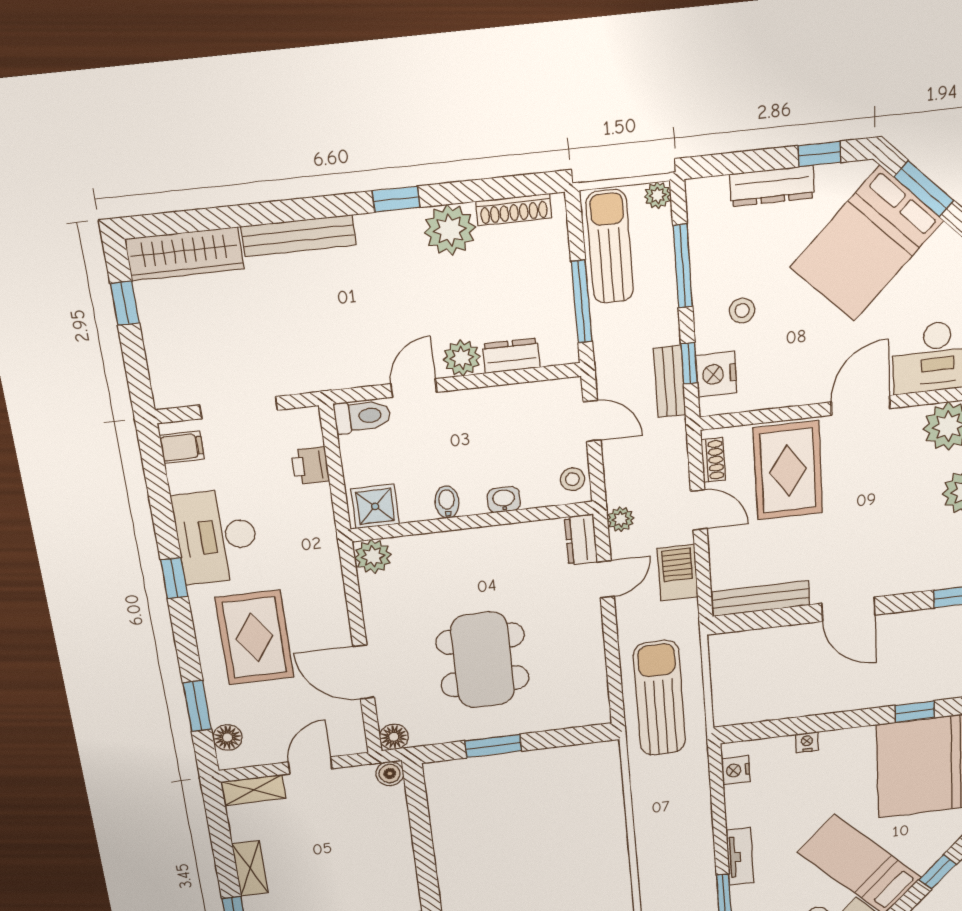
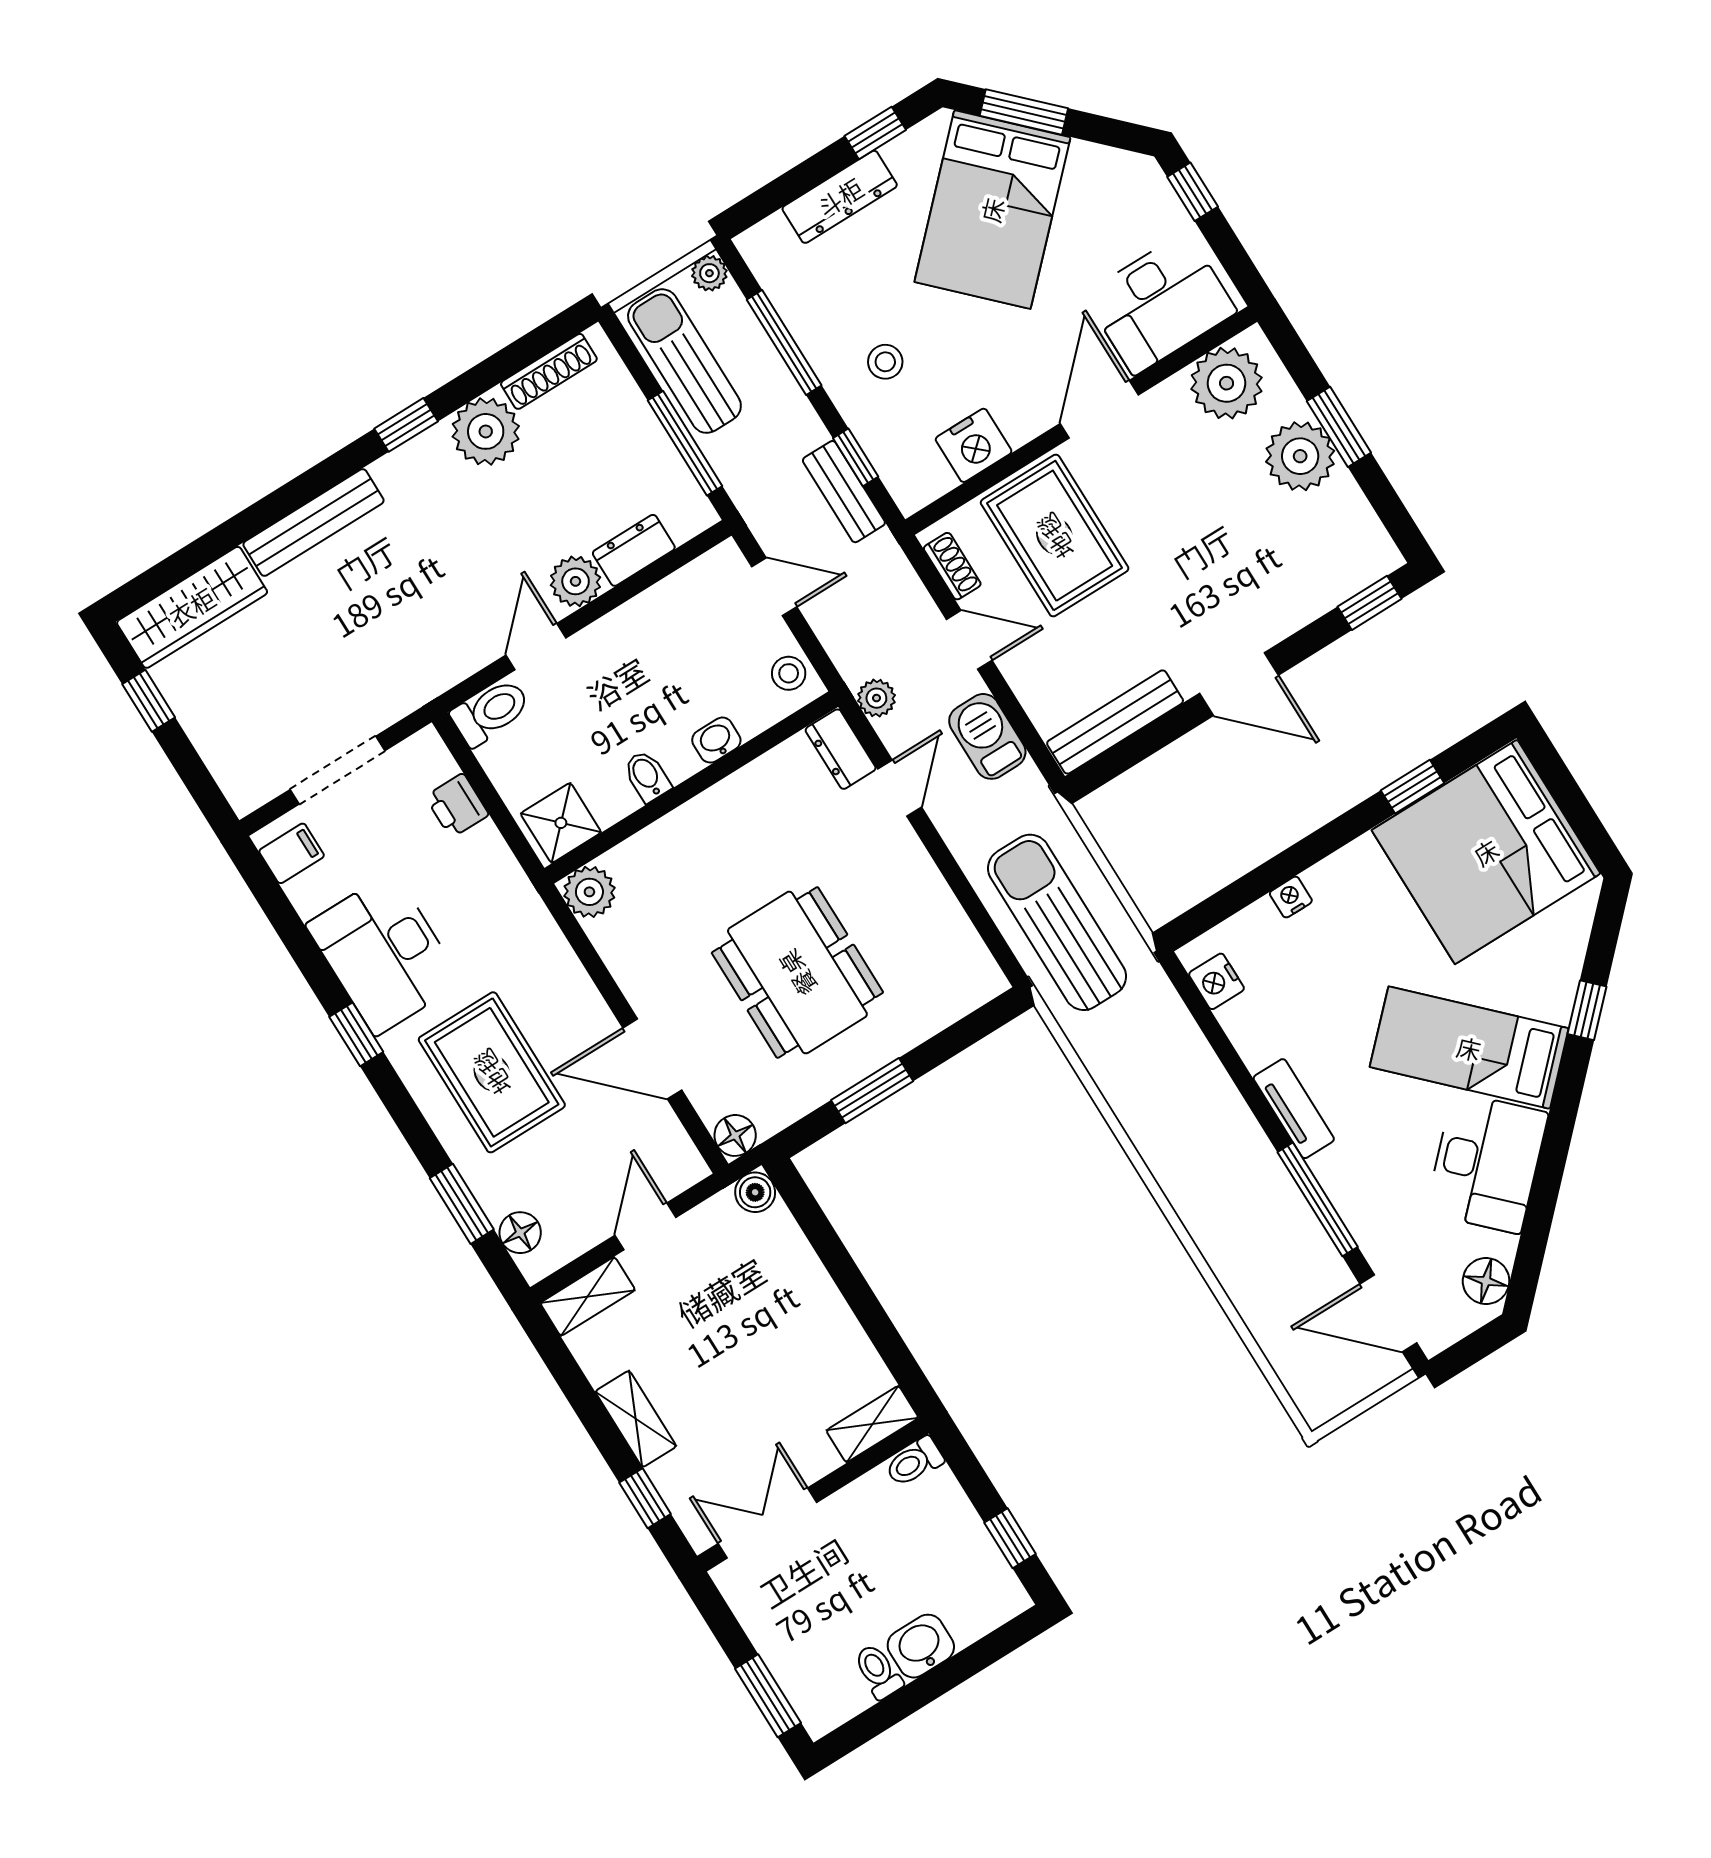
nightstand: (716, 374) -> (974, 445), moved, turned -90

